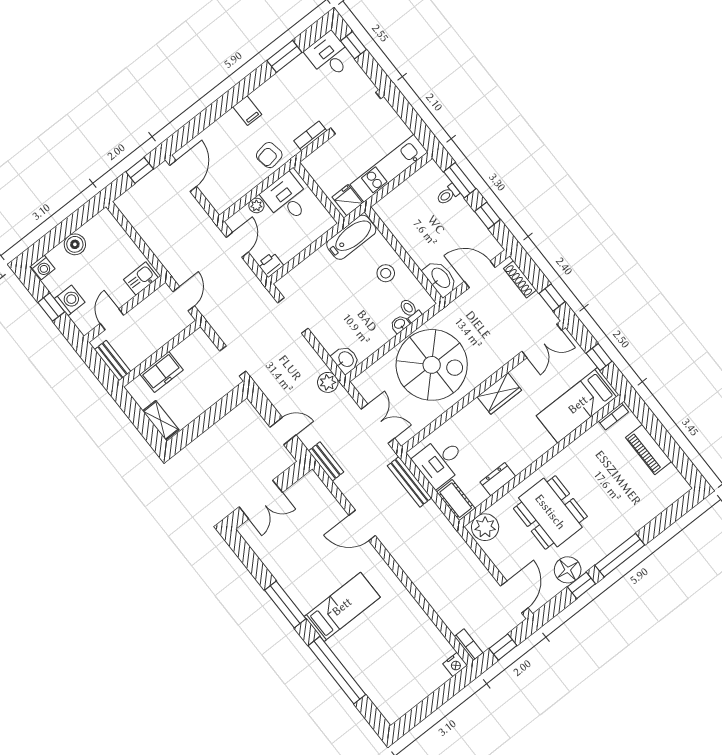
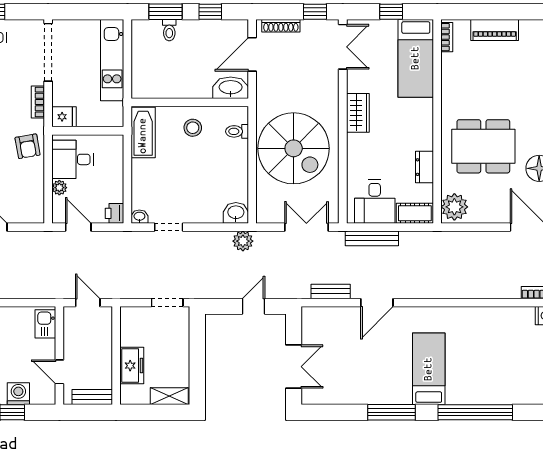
fridge: (347, 200) -> (64, 117), moved, turned 180
doorway: (293, 316) -> (169, 227), width x0.73
washbasin: (400, 324) -> (139, 217), moved, turned 90
spiral stairs: (432, 365) -> (294, 148), turned 90
bench: (326, 462) -> (331, 291), moved

